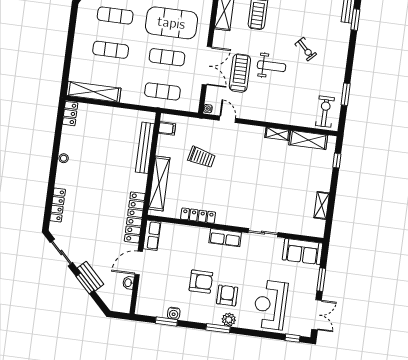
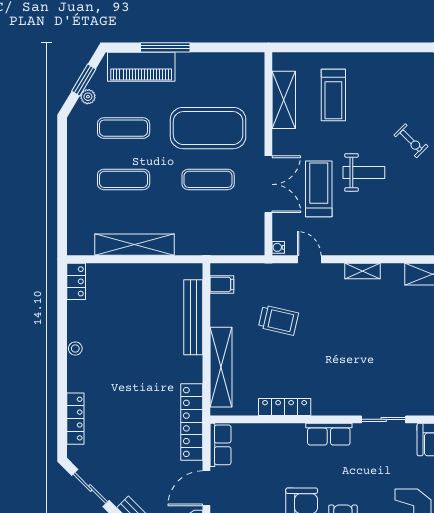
exercise mat: (162, 91) -> (208, 231), removed
shelving: (94, 92) -> (135, 245), moved
shelving: (277, 134) -> (363, 271), moved

